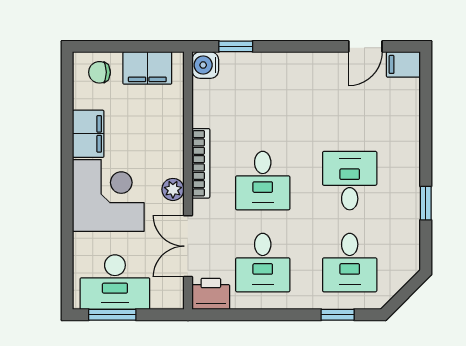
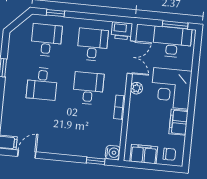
bookcase: (201, 163) -> (120, 107), width x0.64

